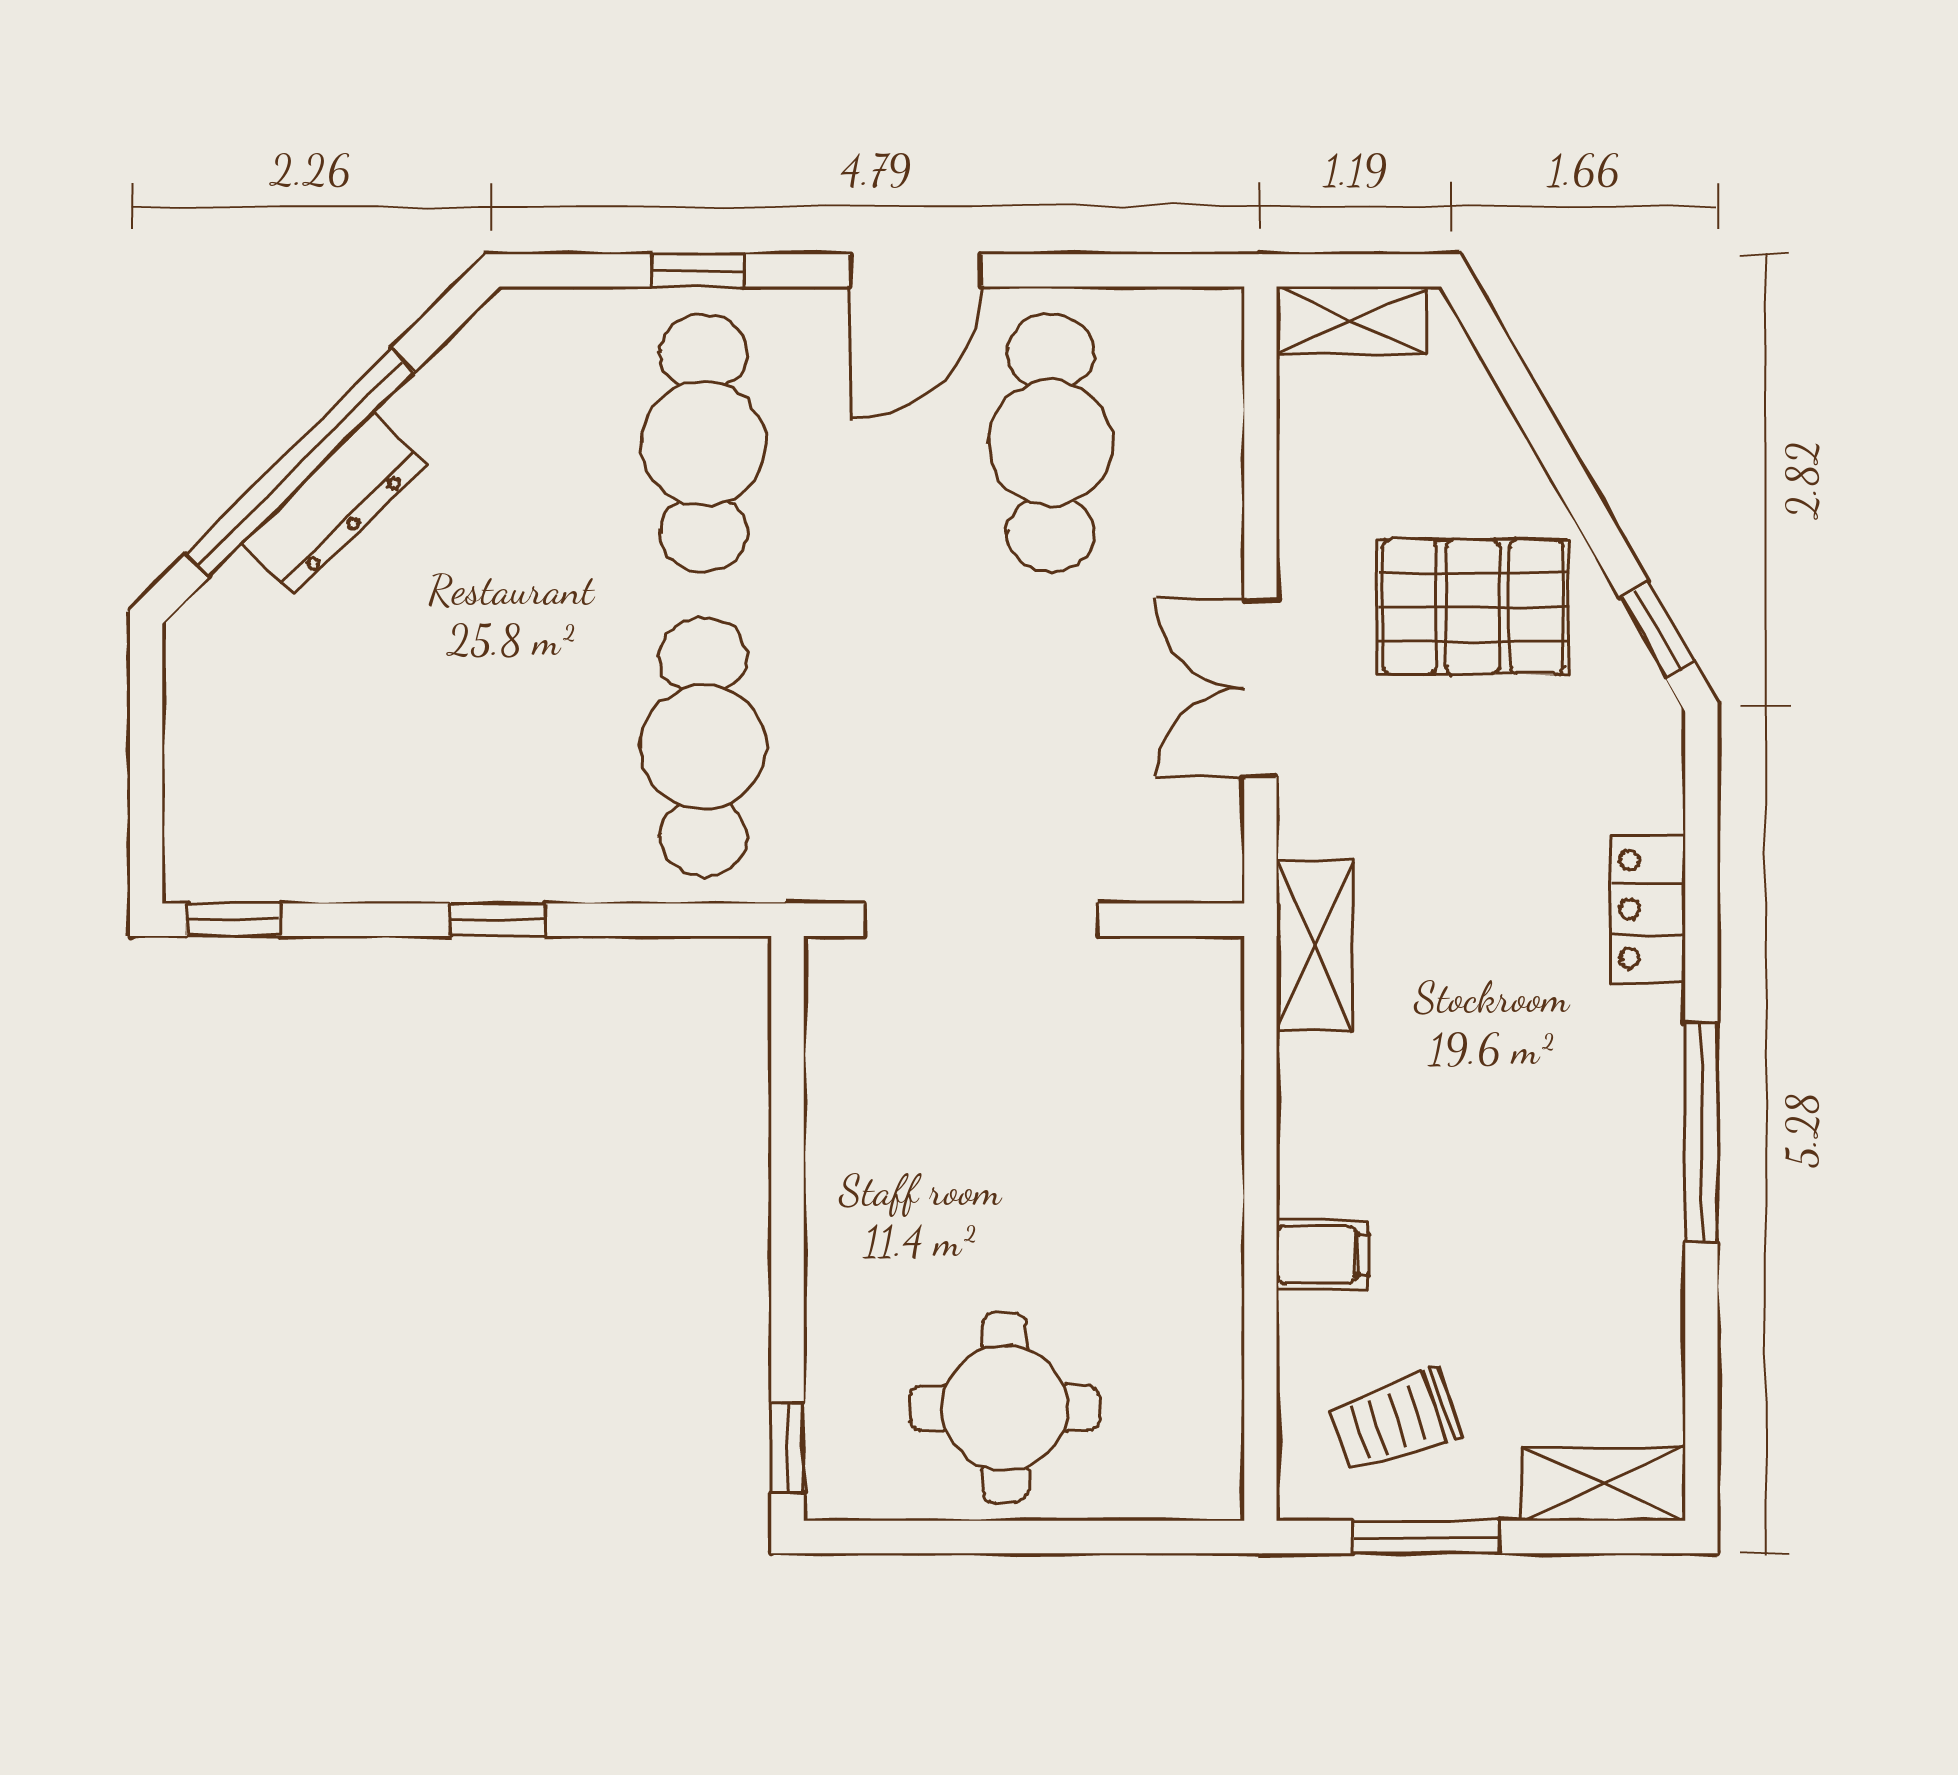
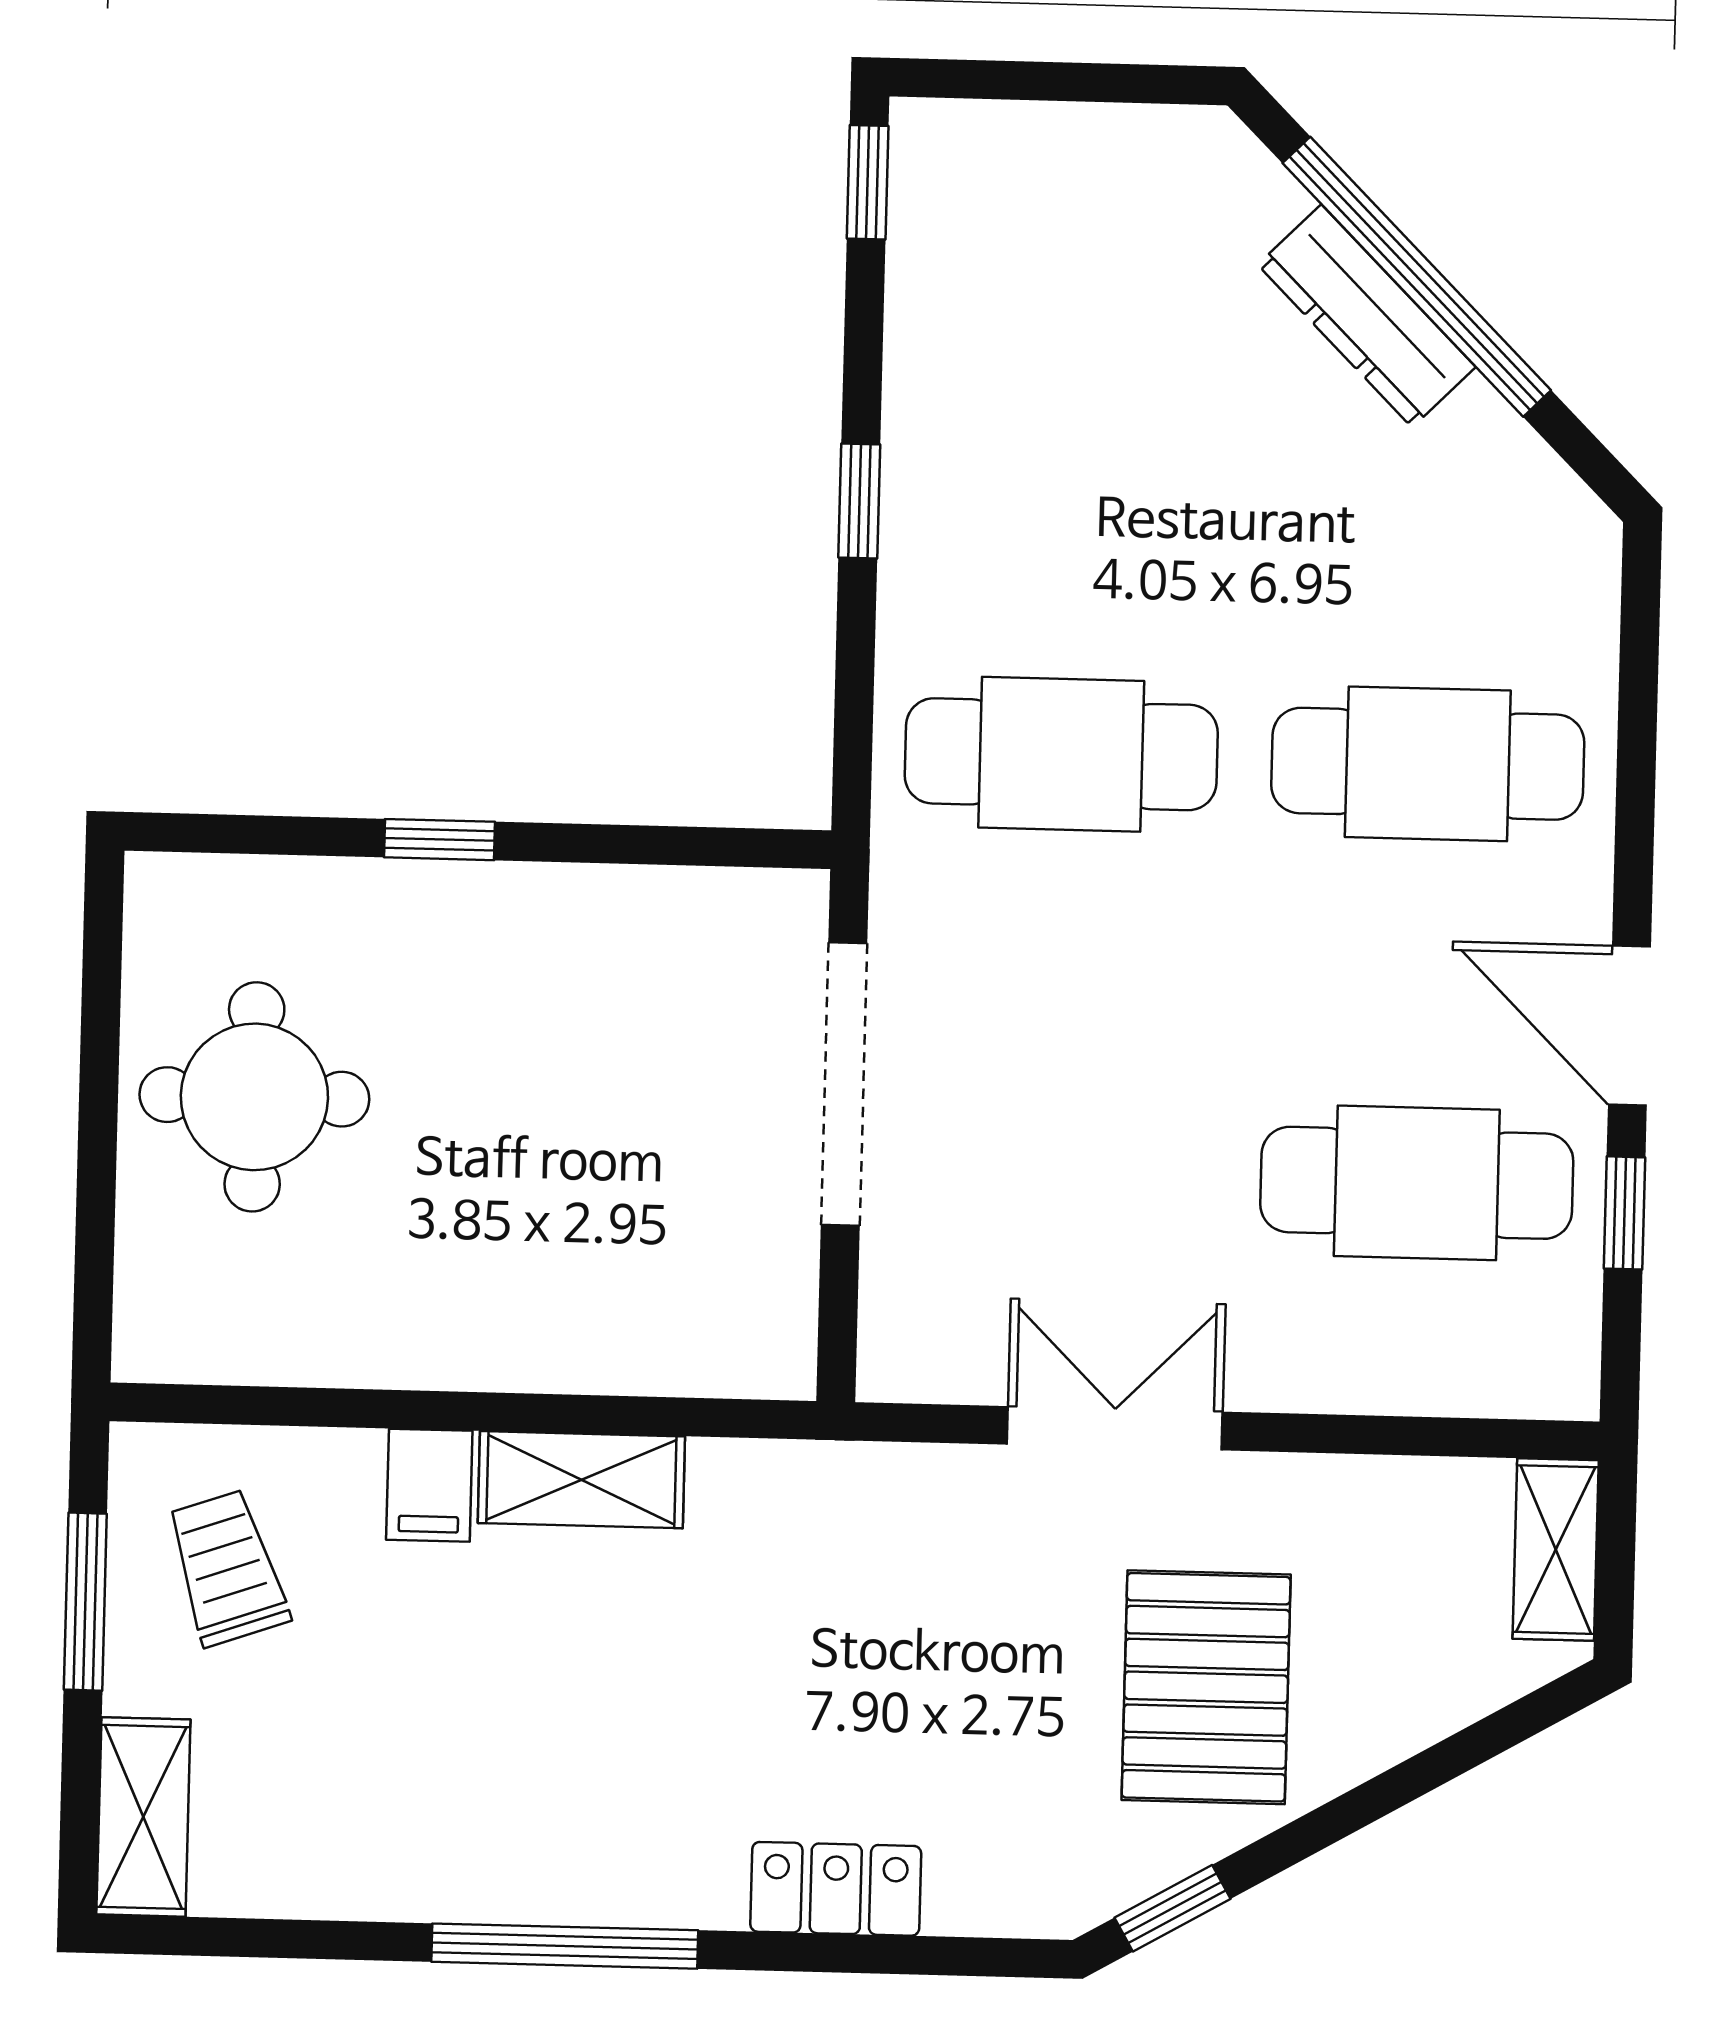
window: (698, 270) -> (1625, 1213), moved
shelving: (1315, 946) -> (581, 1480), moved
window: (787, 1448) -> (440, 840), moved

